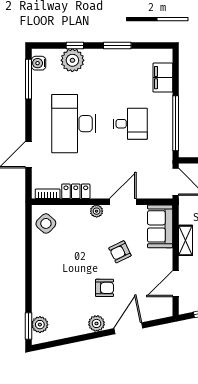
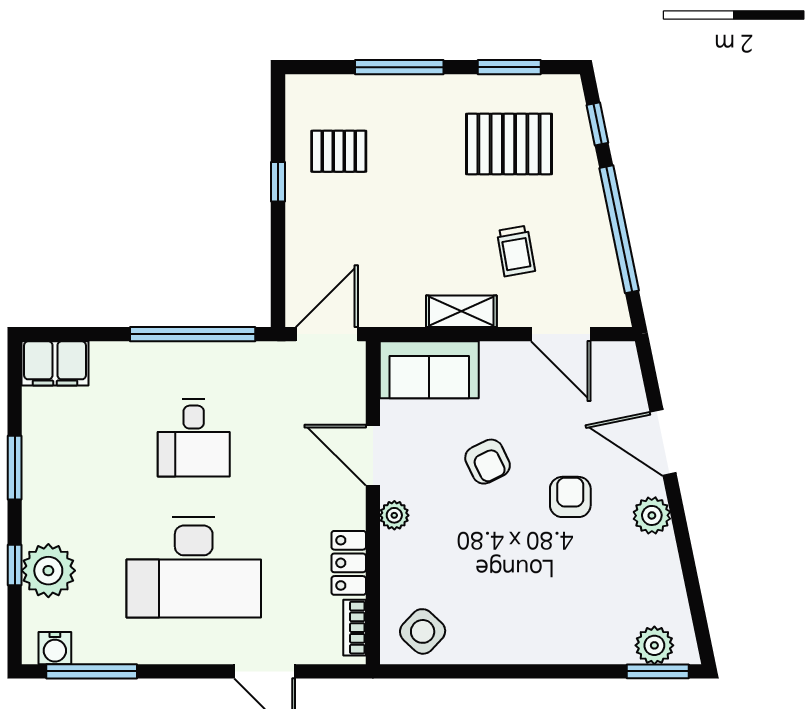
filing cabinet: (163, 78) -> (55, 363), moved
desk: (130, 124) -> (194, 438), turned 180

